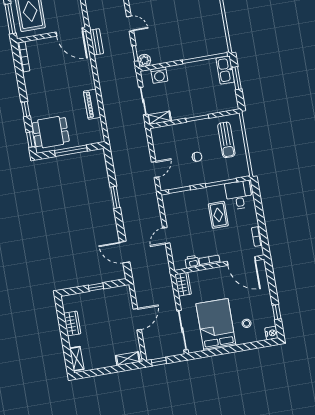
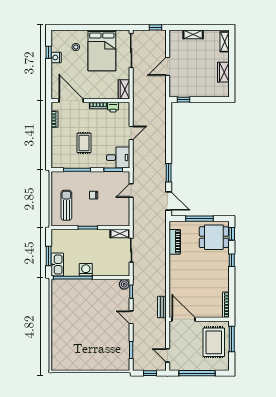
washing machine: (159, 75) -> (86, 270), moved
piano: (92, 104) -> (175, 242), moved
desk: (239, 195) -> (118, 158), moved, turned -90
door: (125, 252) -> (169, 201), moved
window: (96, 287) -> (184, 100), moved
nightstand: (271, 333) -> (56, 57), moved
shelving: (128, 359) -> (193, 34), moved

